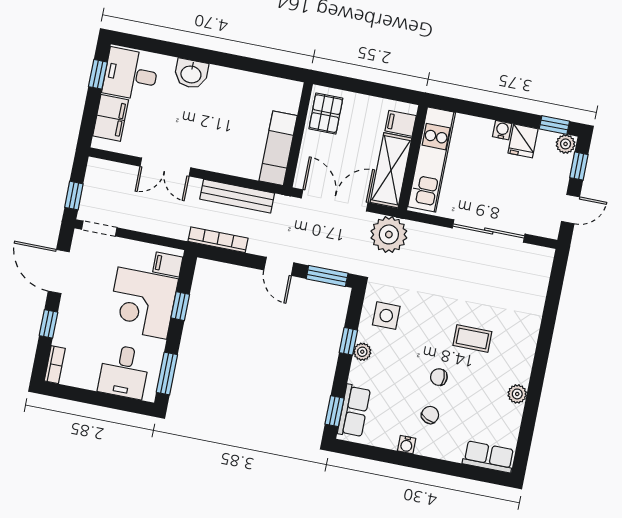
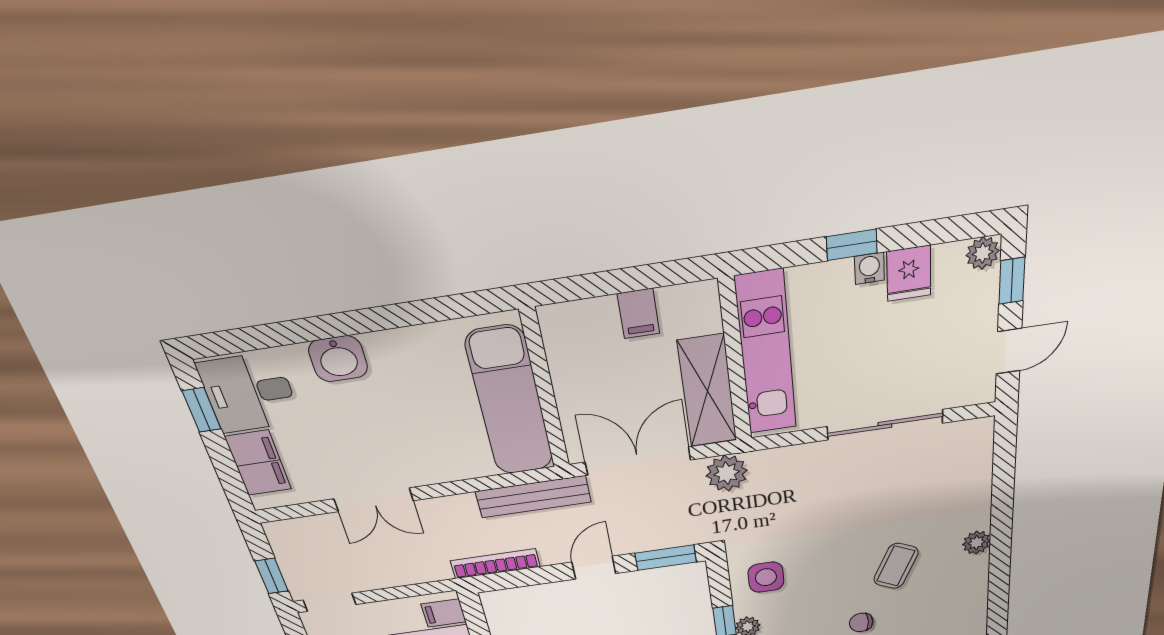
pallet: (326, 114) -> (574, 344), removed
filing cabinet: (401, 123) -> (638, 314), moved, turned -90
window: (554, 125) -> (852, 245), moved
exam couch: (278, 148) -> (510, 402), width x1.36, depth x1.45
bench: (237, 196) -> (533, 497), moved
plant: (389, 234) -> (727, 473), width x0.73, depth x0.73
door: (279, 266) -> (594, 568), swing flipped
coffee table: (472, 338) -> (896, 566), turned -65
plant: (517, 394) -> (976, 543), moved

